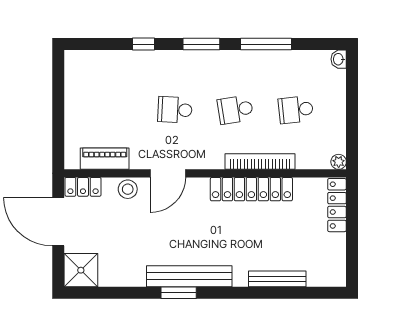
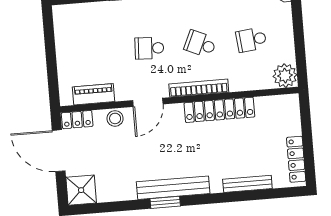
school desk: (235, 110) -> (200, 44), turned 33
bookcase: (260, 162) -> (199, 88), moved
plant: (339, 162) -> (285, 76), width x1.87, depth x1.87
locker: (337, 205) -> (296, 159), moved

